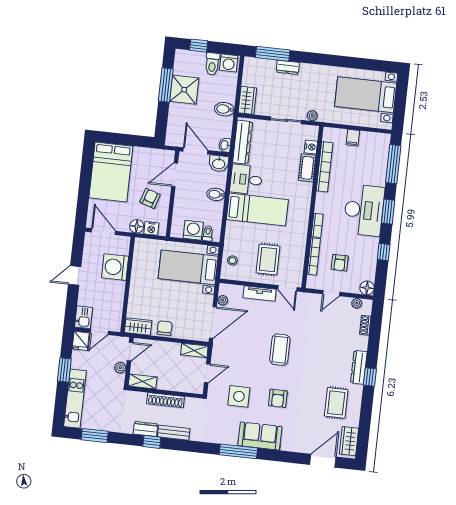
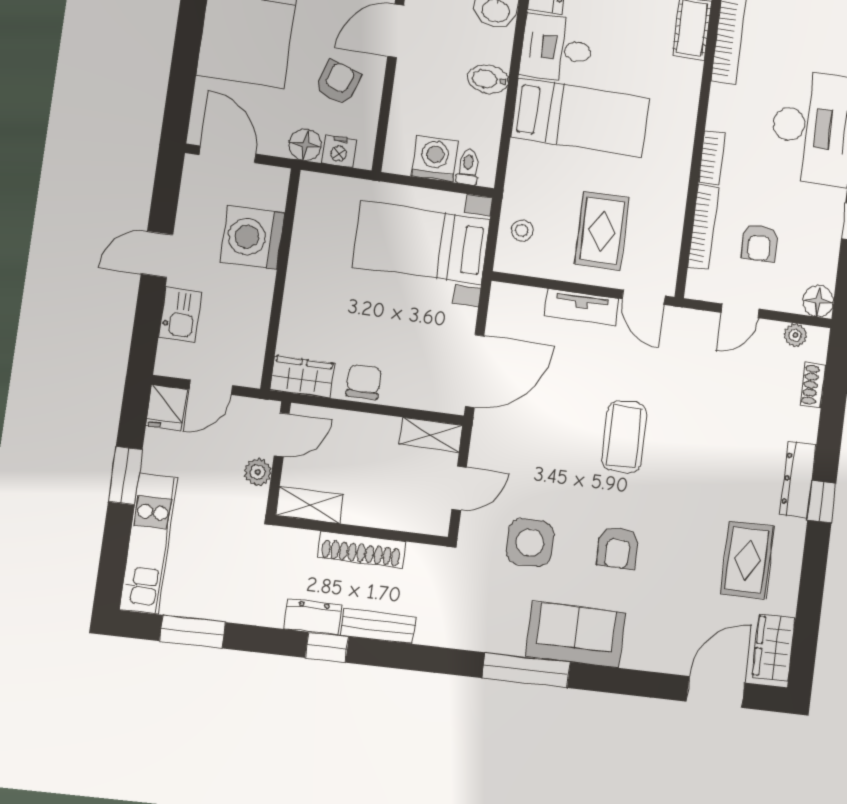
plant: (223, 300) -> (498, 321), removed
kitchen sink: (84, 317) -> (180, 315), moved

